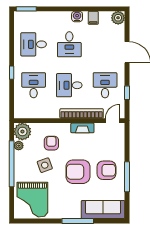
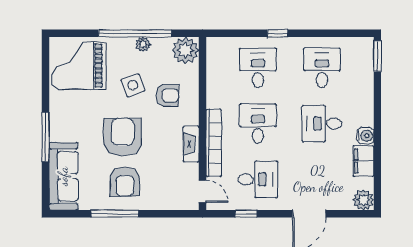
filing cabinet: (93, 18) -> (363, 161), width x2.00
desk: (34, 85) -> (258, 68), turned -90
plant: (19, 146) -> (143, 44), moved

